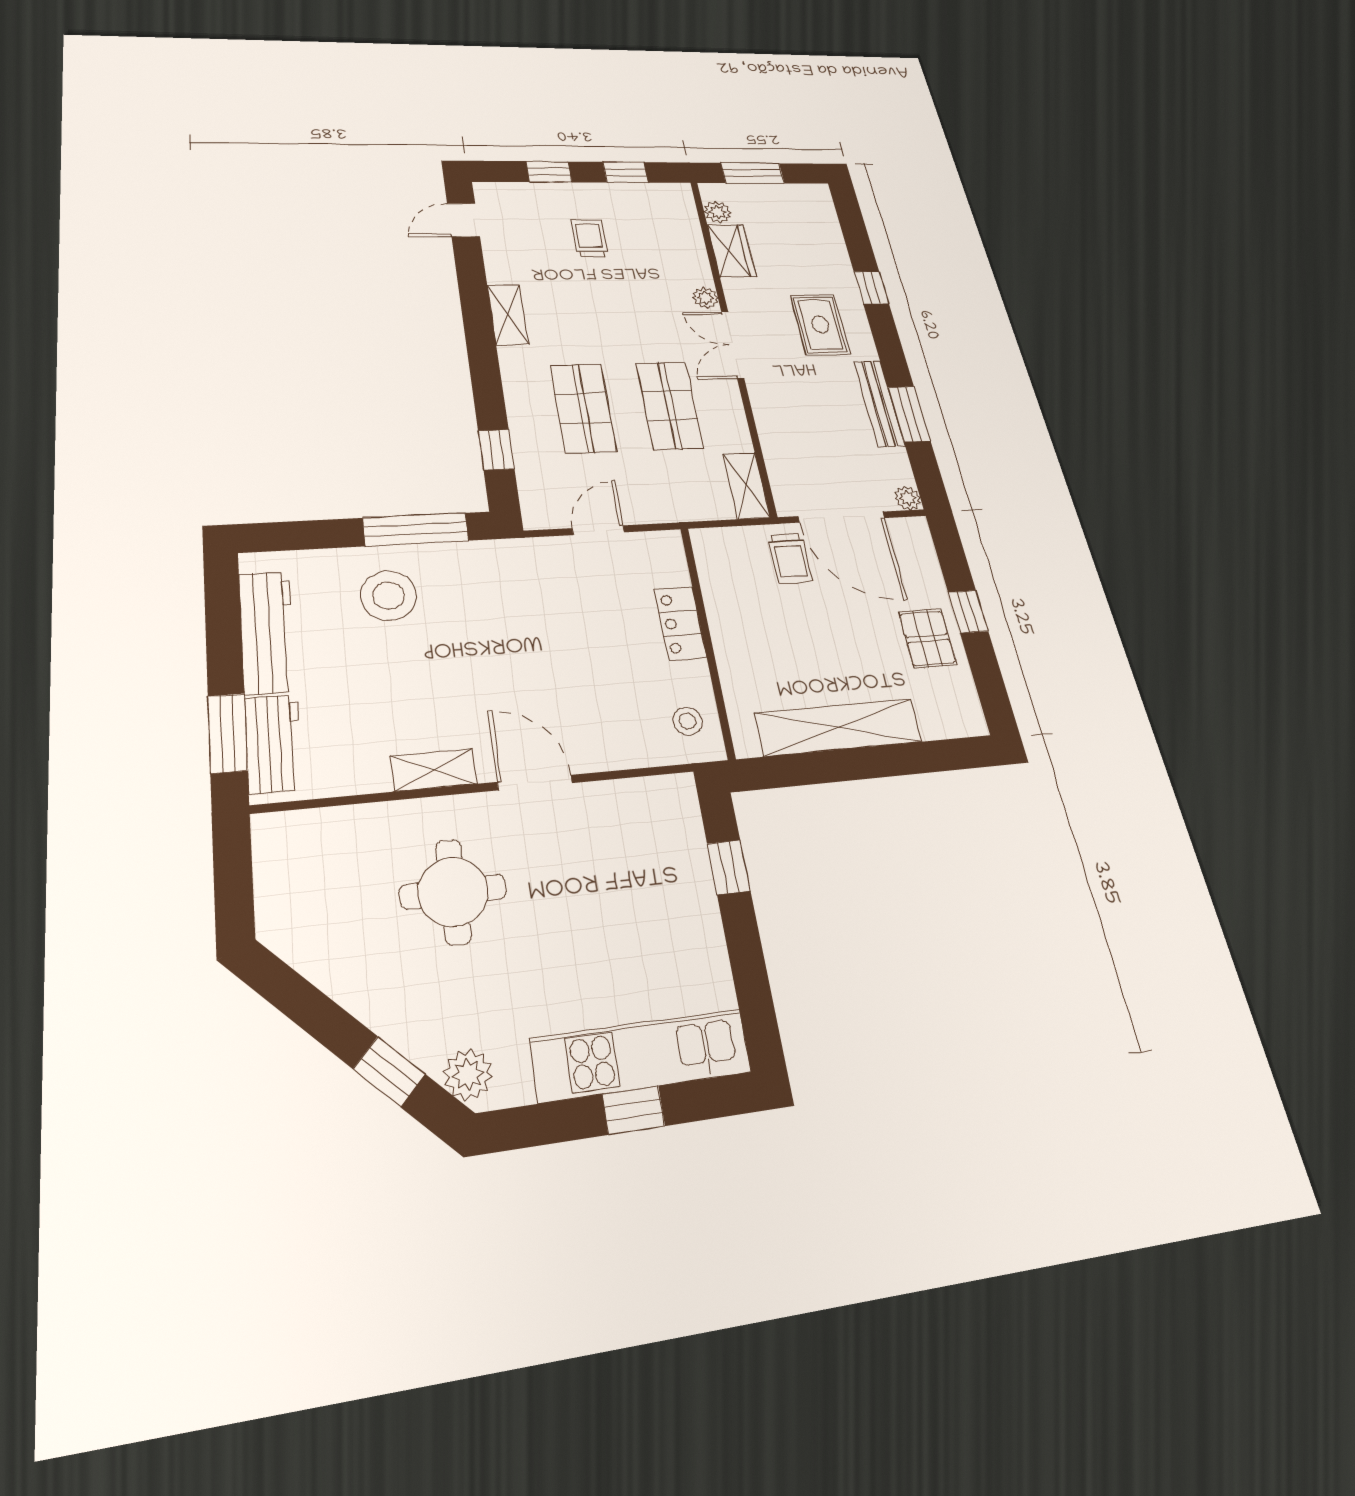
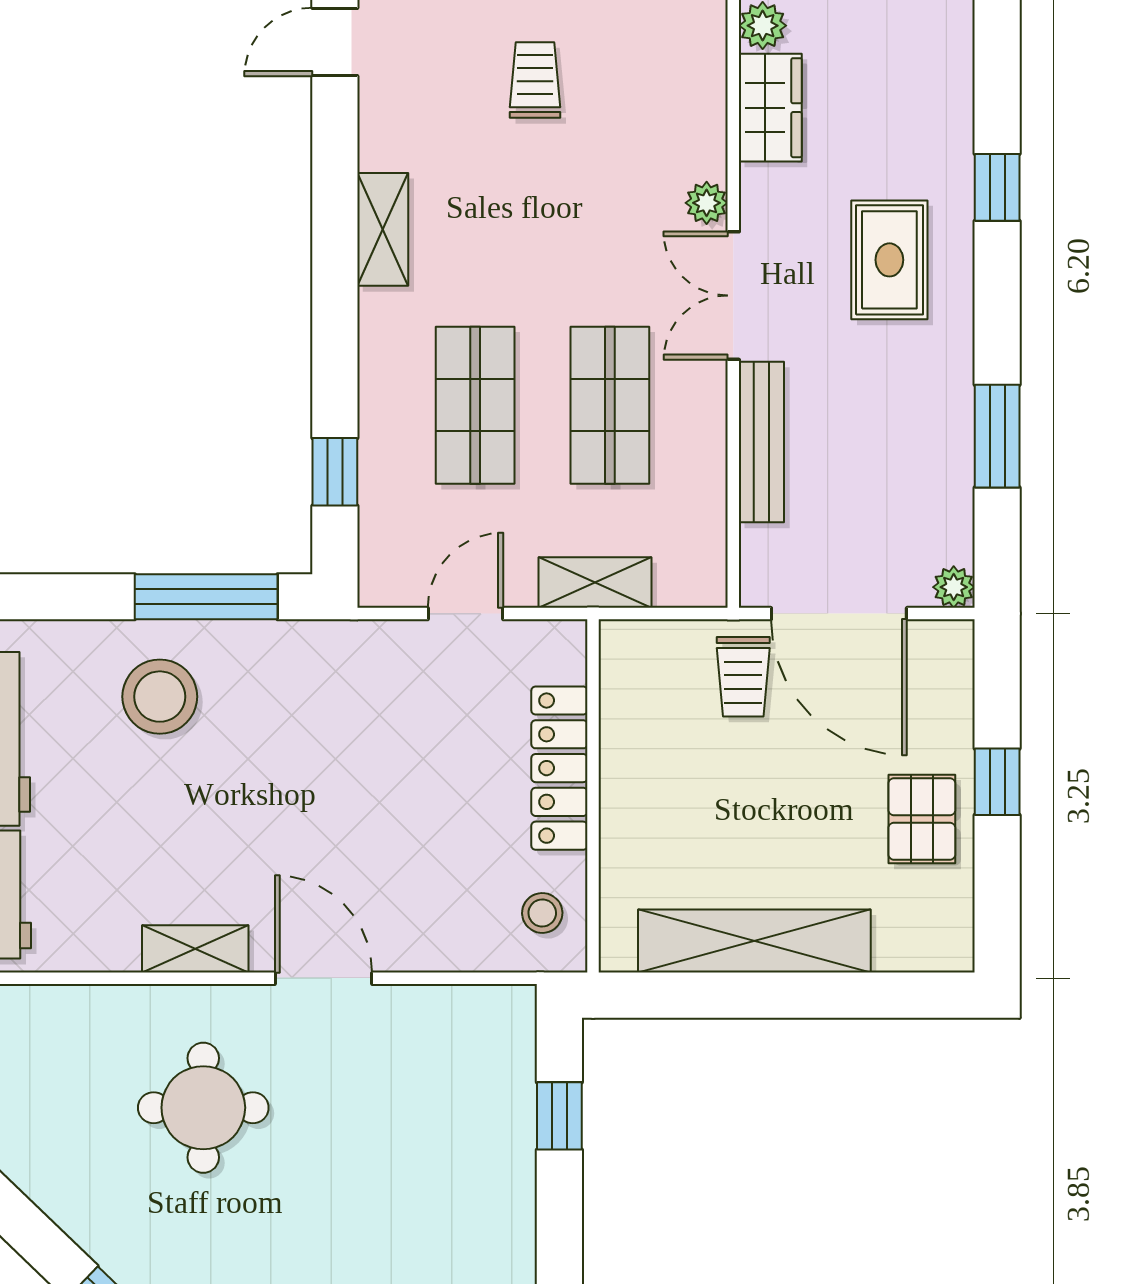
bench: (879, 403) -> (761, 442), moved
shelving: (746, 486) -> (595, 583), moved, turned 90
locker: (680, 623) -> (559, 768), width x1.53

